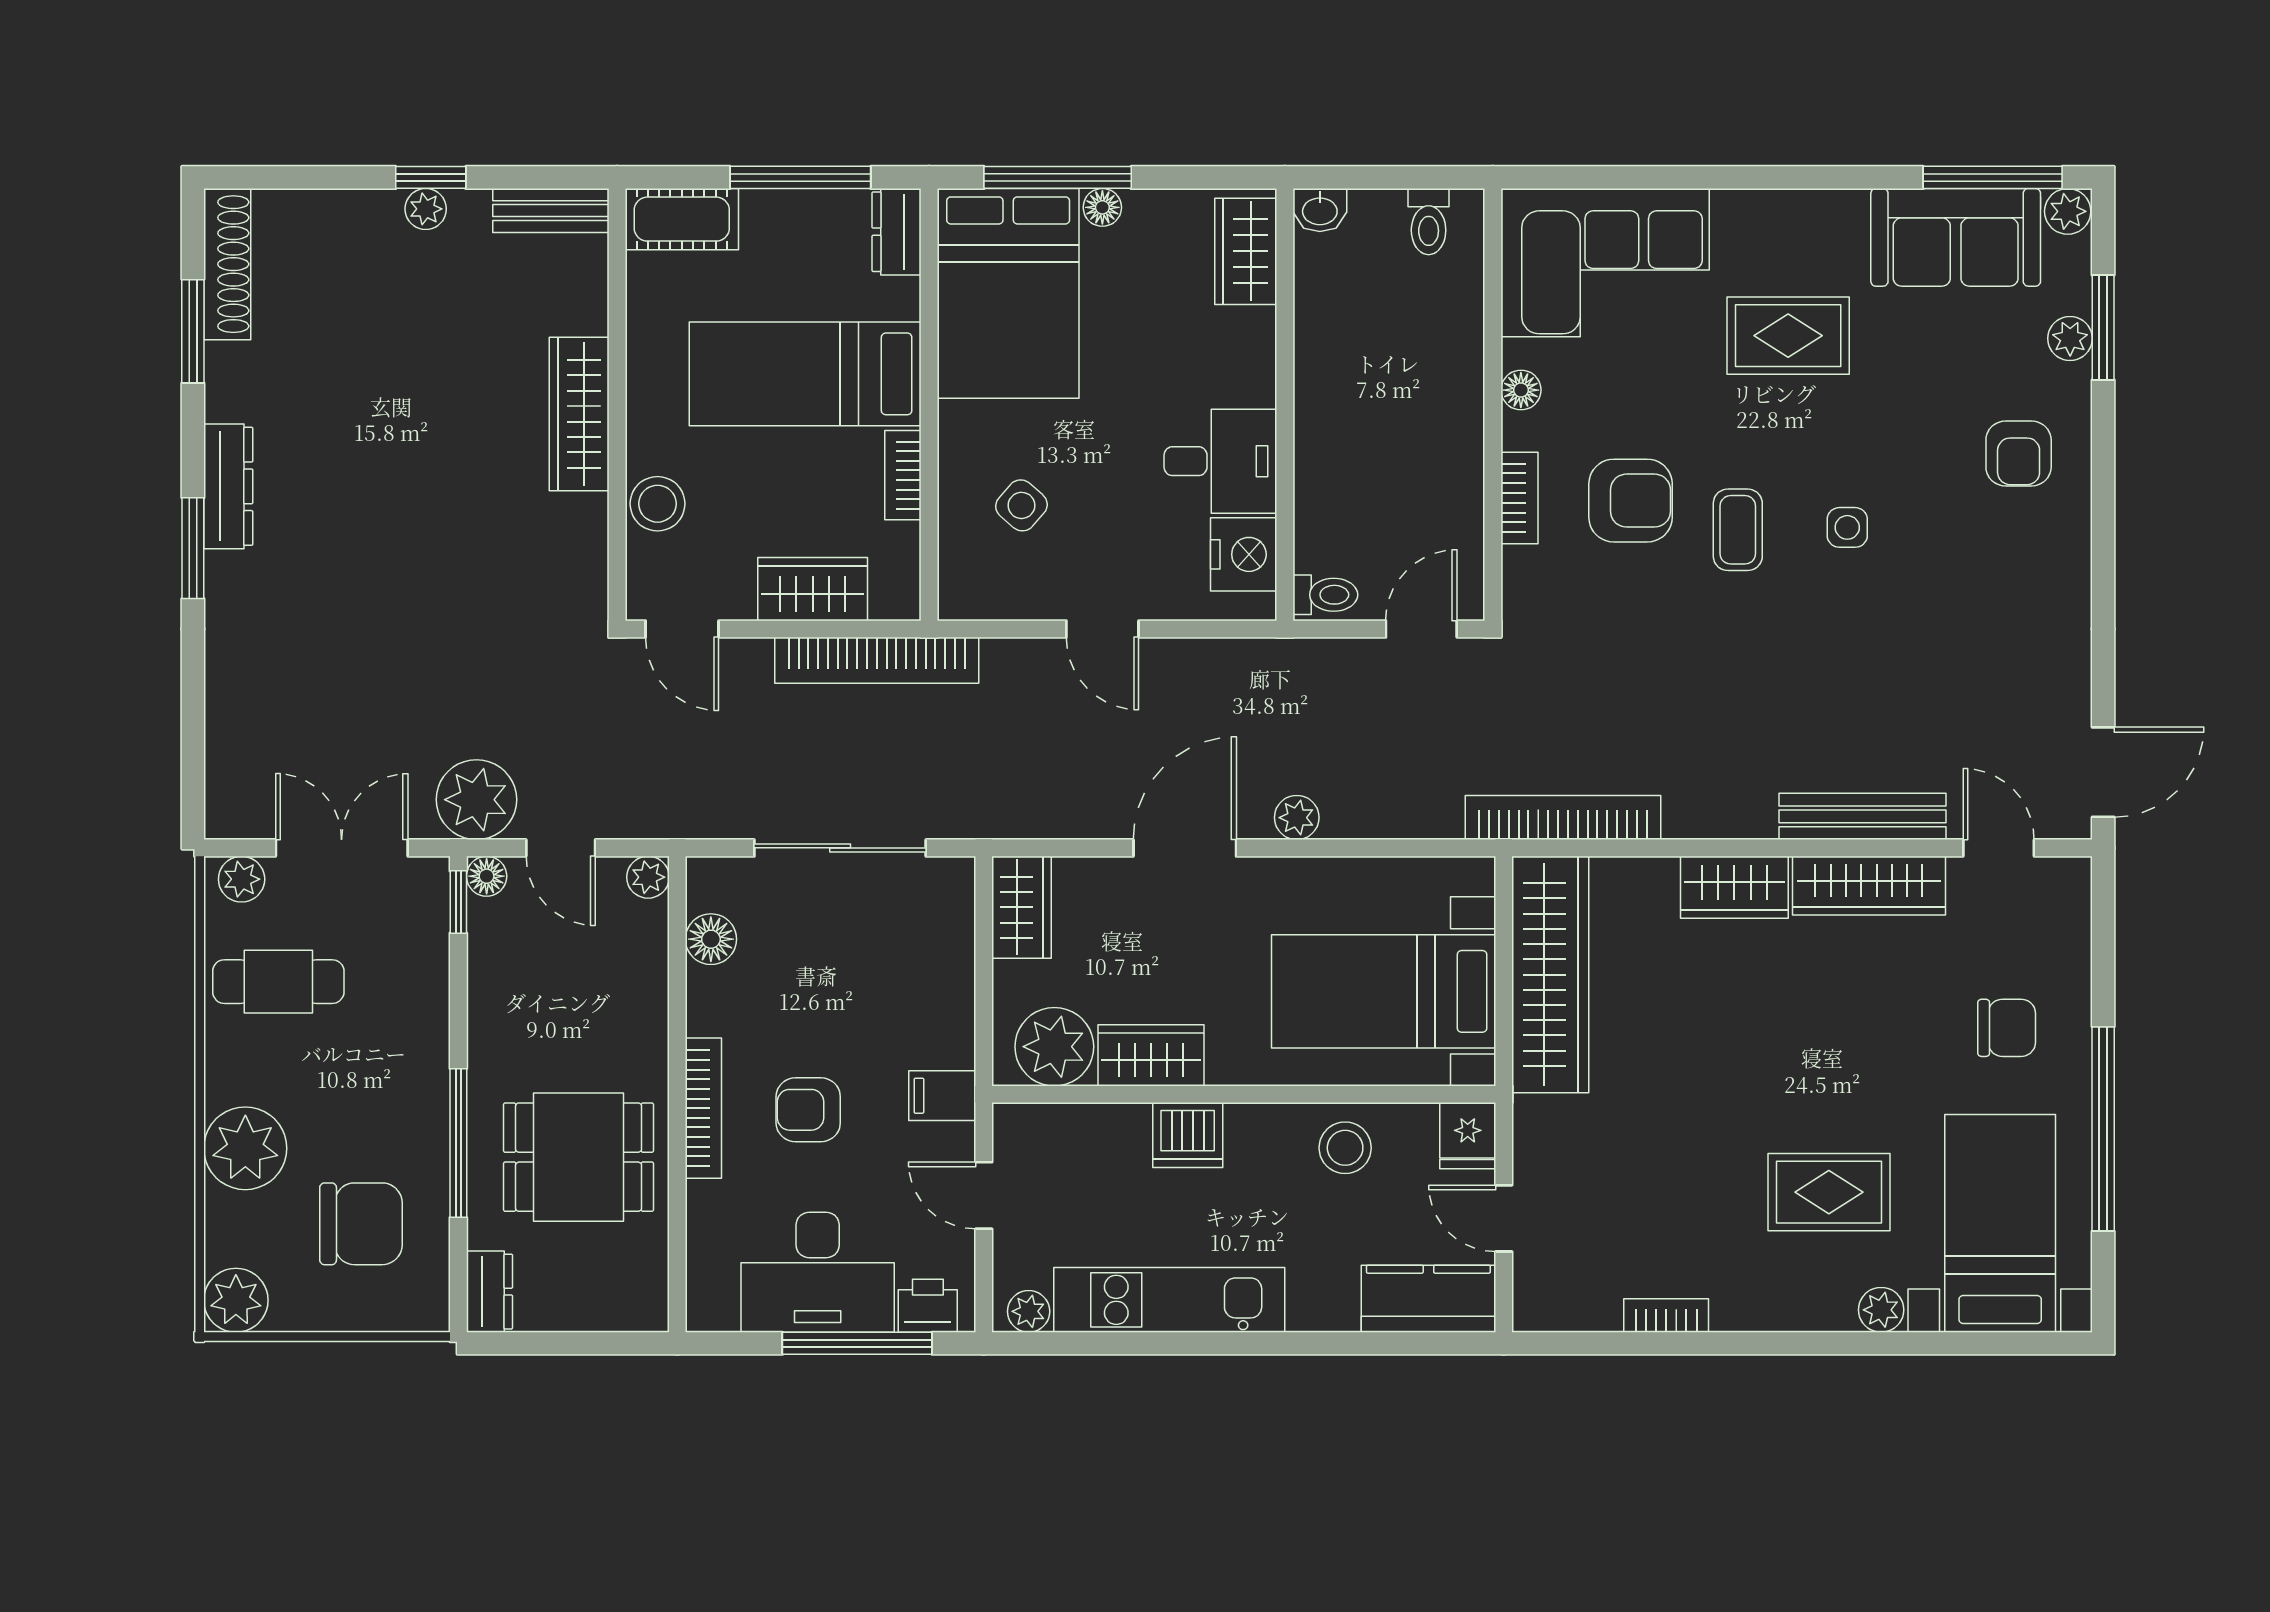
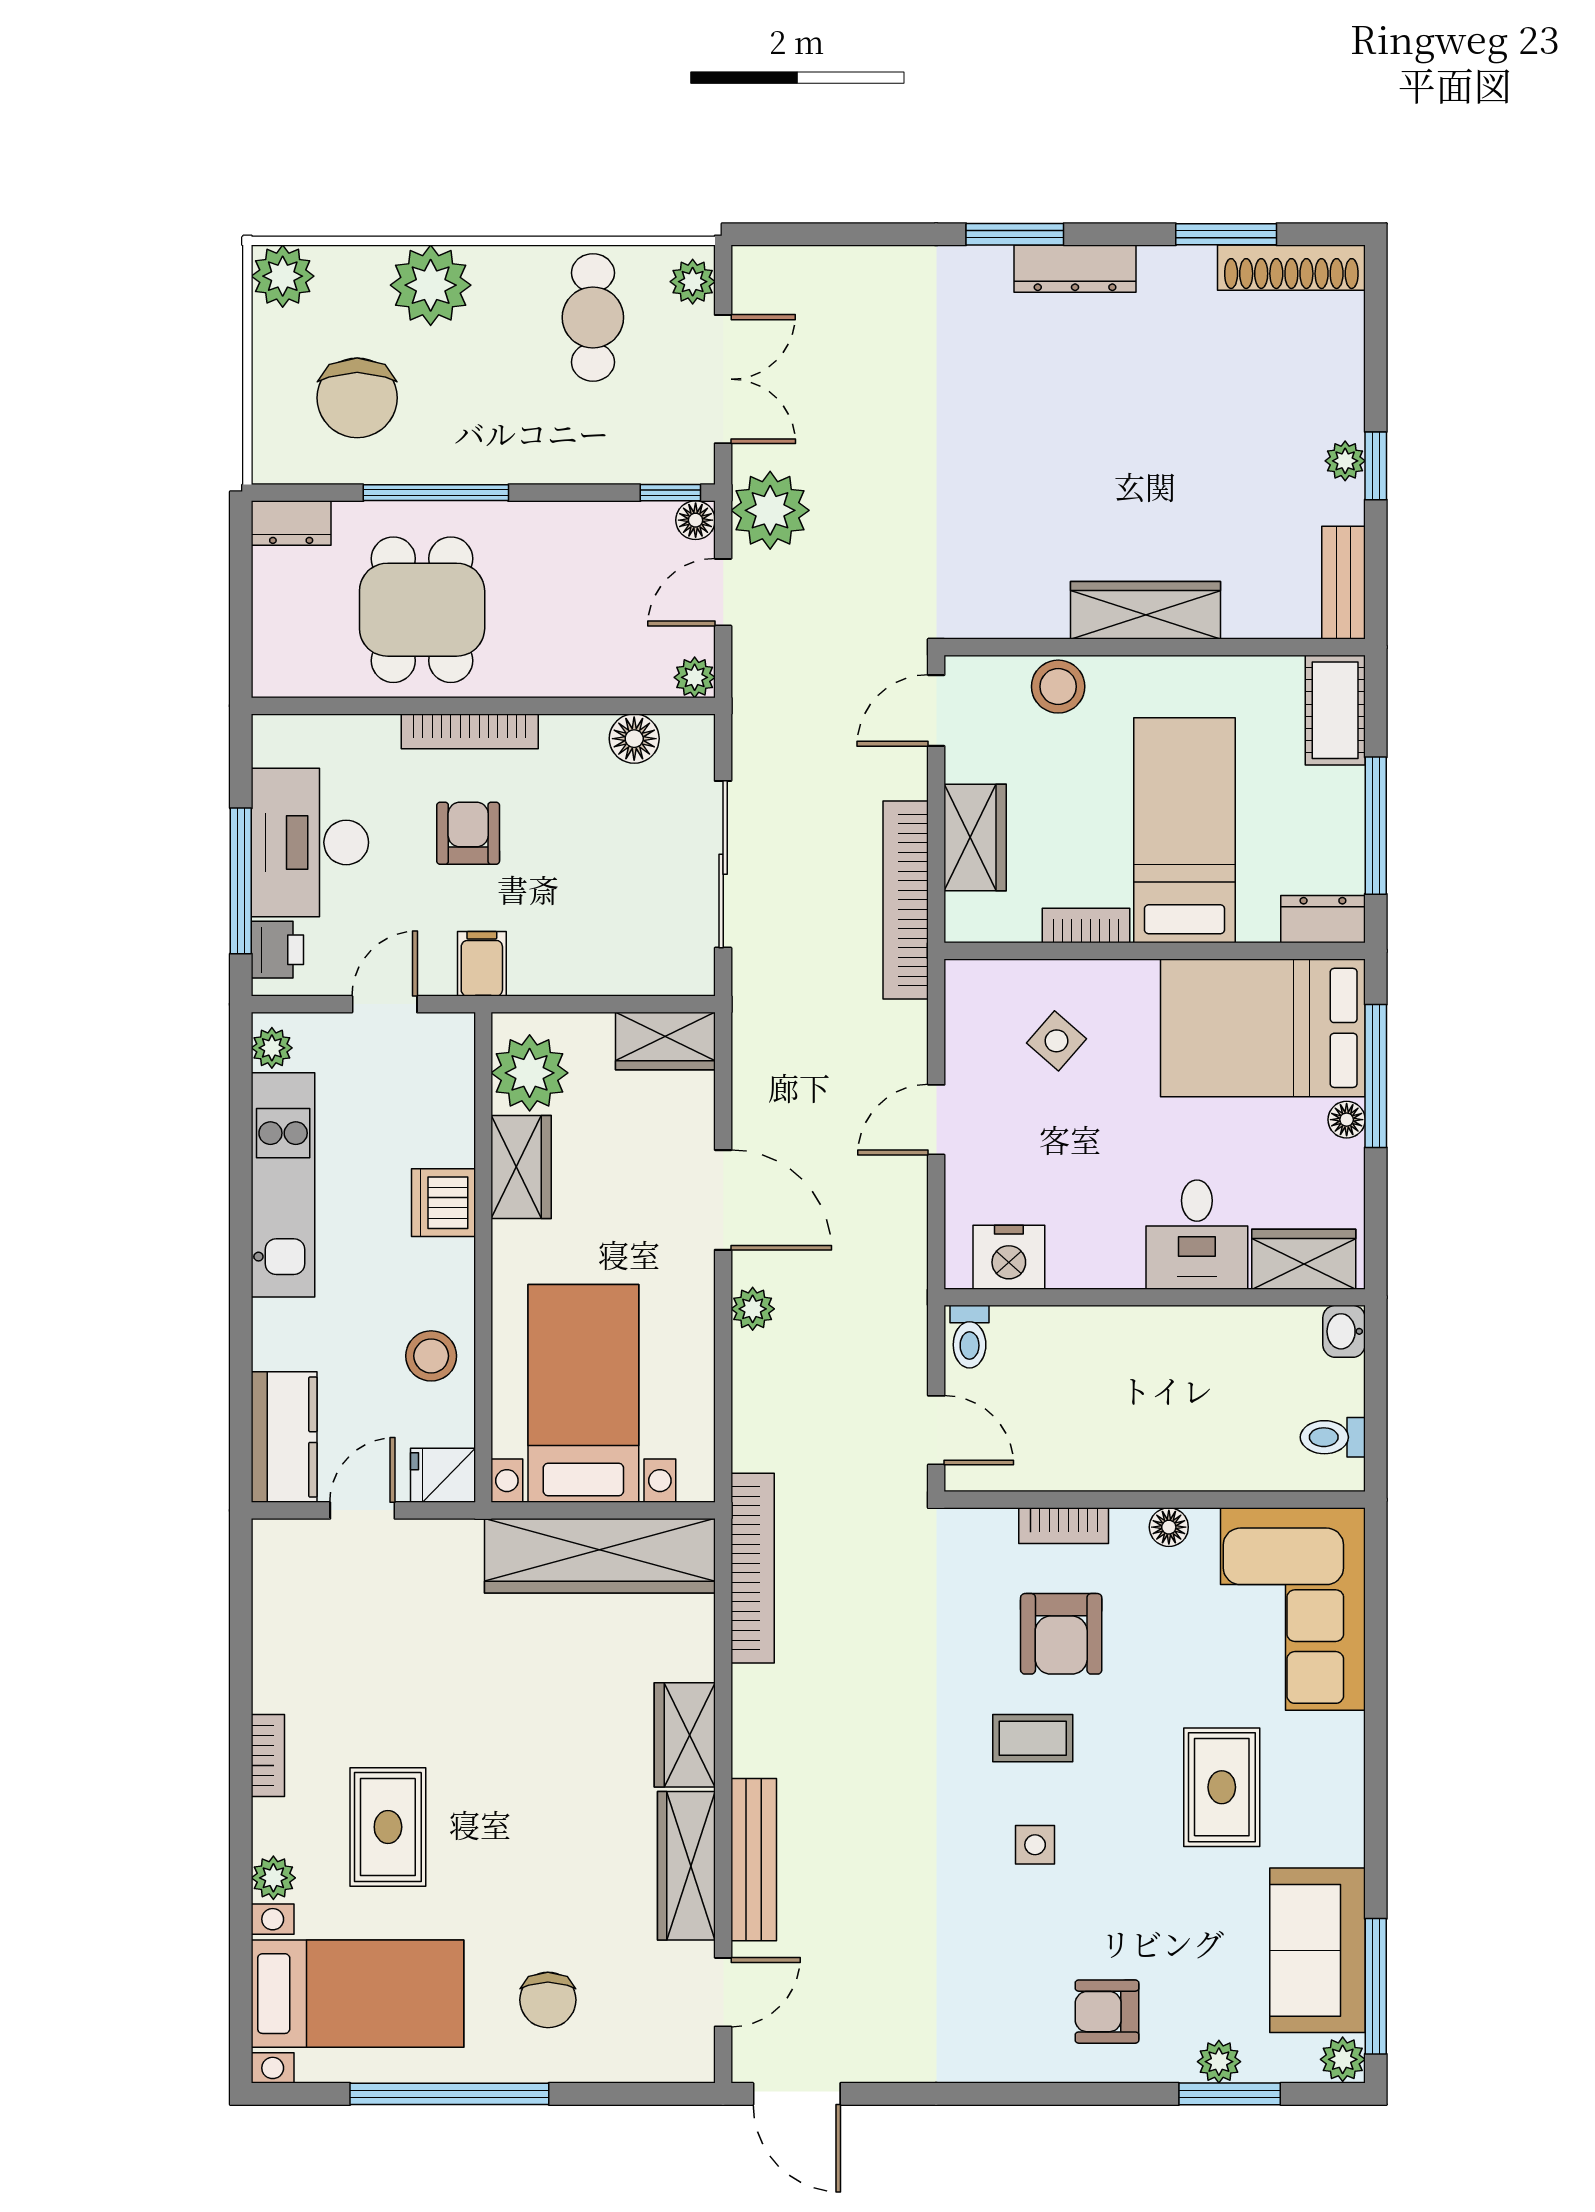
desk: (1220, 461) -> (1197, 1235), moved
bookcase: (1666, 1315) -> (268, 1755), moved

